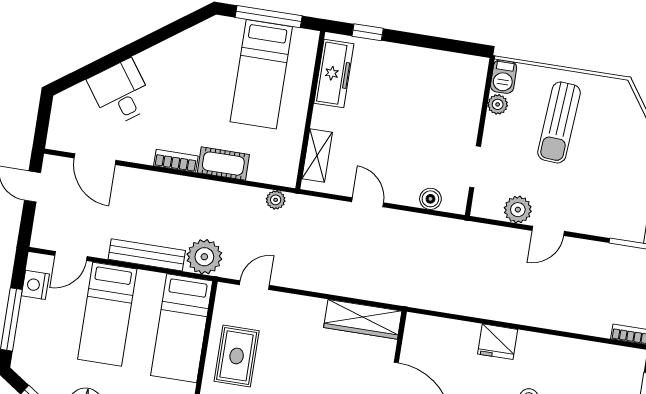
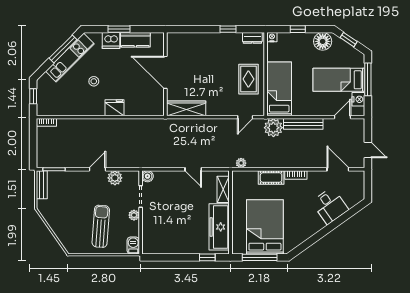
bed: (261, 74) -> (265, 227), width x1.50
freezer: (334, 74) -> (219, 227), width x1.36, depth x1.26
plant: (498, 104) -> (134, 215), moved
boiler: (430, 199) -> (147, 176), moved
bed: (107, 314) -> (339, 80), moved, turned -90

